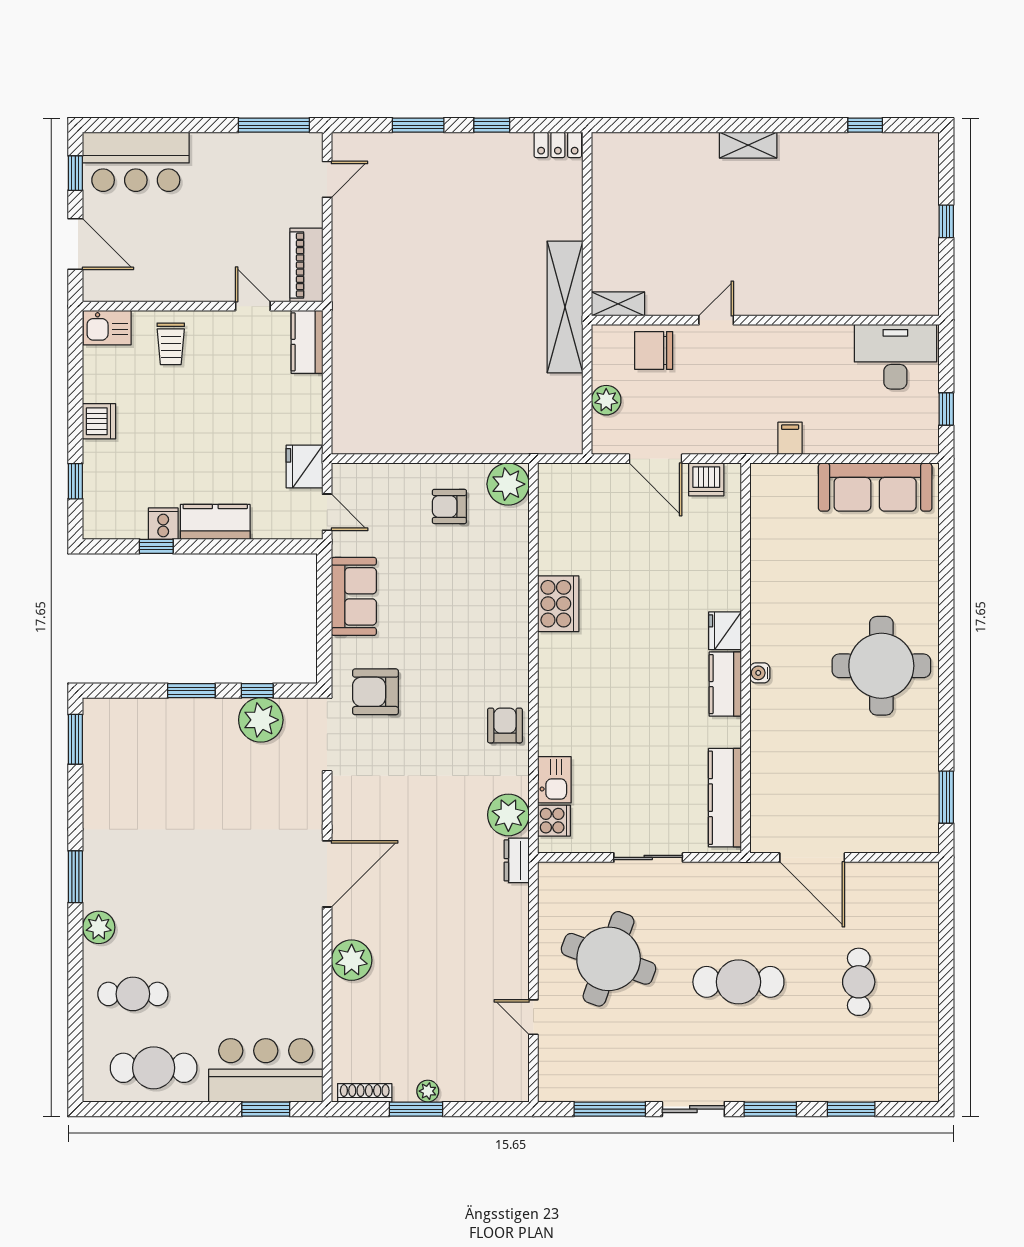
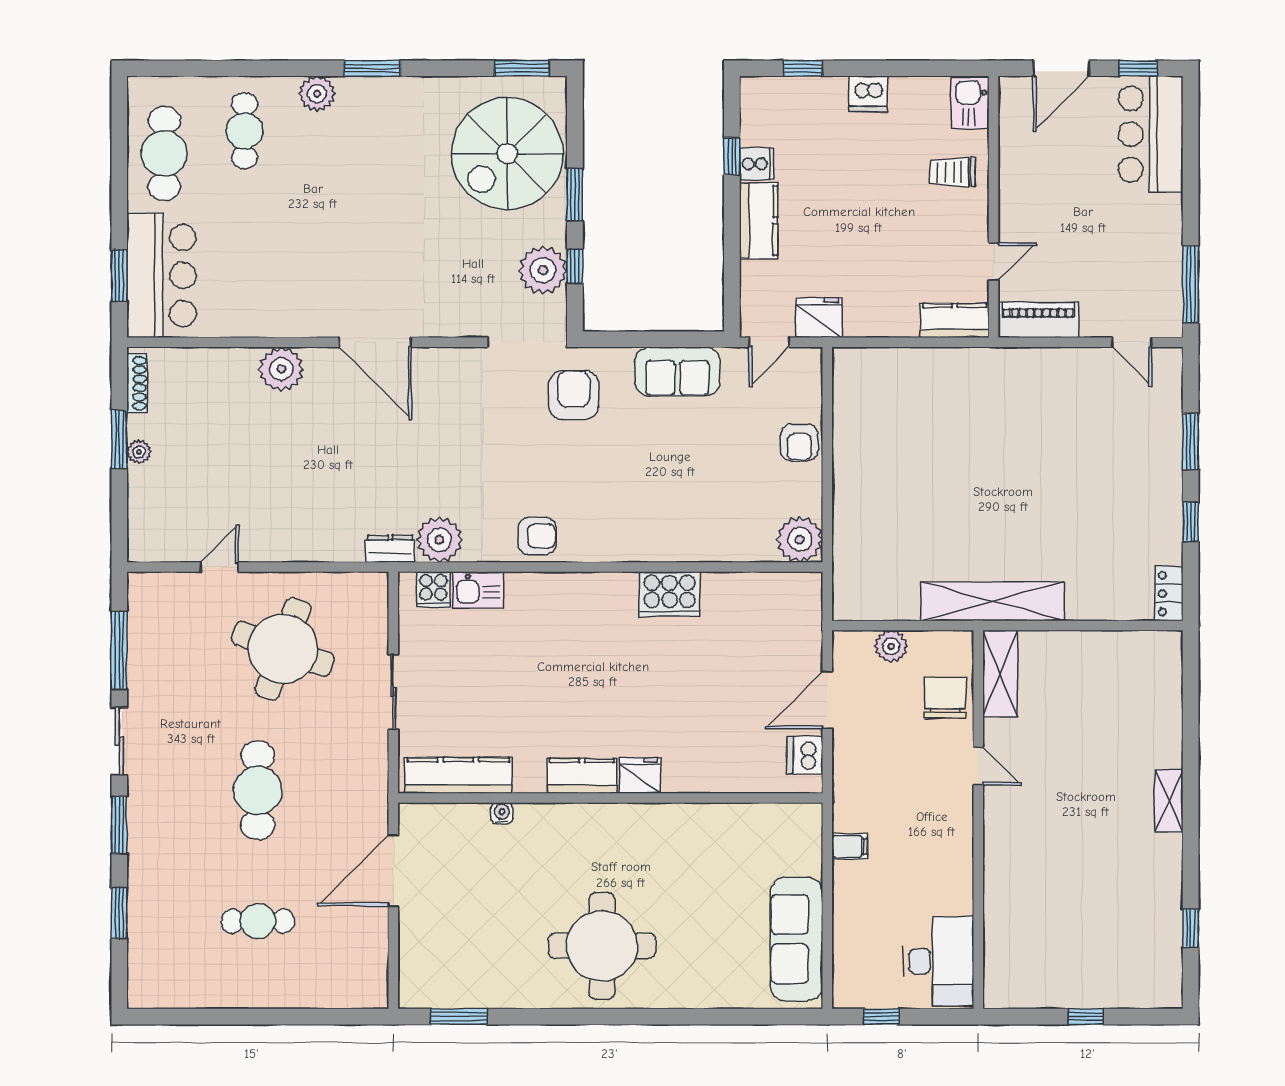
shelving: (618, 304) -> (1000, 674), width x1.50, depth x1.33
armchair: (449, 506) -> (799, 442), moved, turned 180
water cooler: (760, 673) -> (502, 814), moved
spiral stairs: (154, 753) -> (507, 154), added

